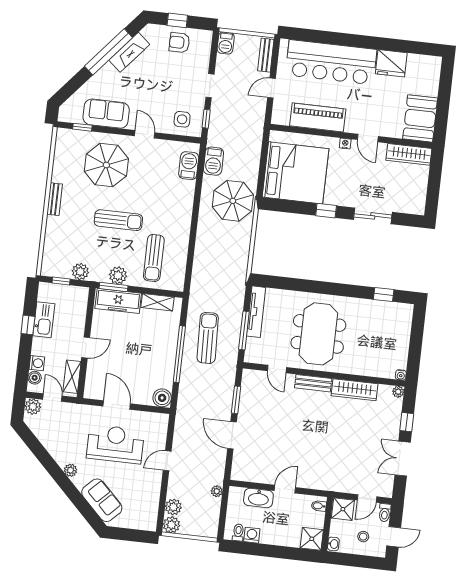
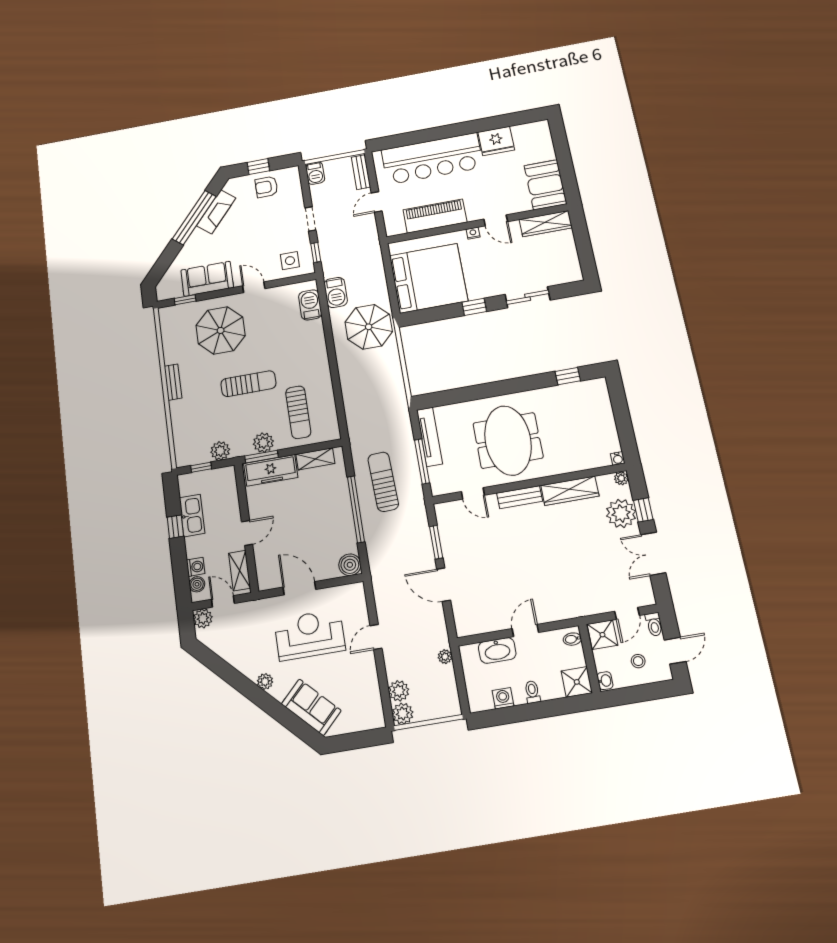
plant: (389, 420) -> (621, 513), added
toilet: (238, 532) -> (532, 692), moved

